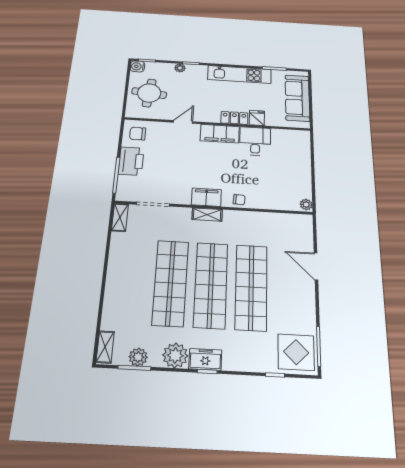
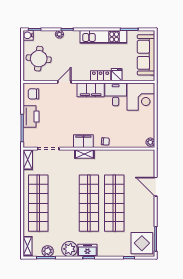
corner desk: (291, 146) -> (141, 97), added
shop shelf: (170, 283) -> (38, 203), moved

